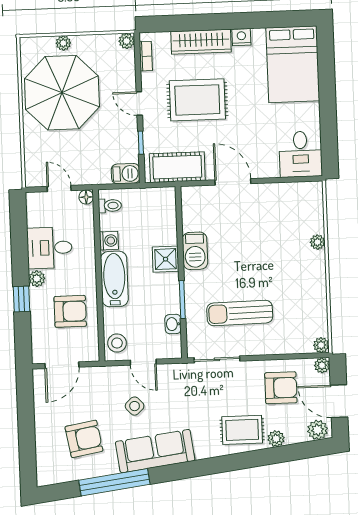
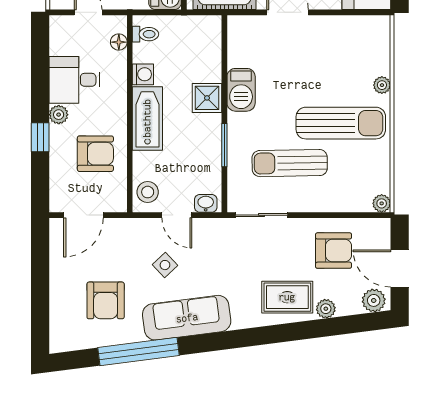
floor lamp: (86, 197) -> (119, 42), moved
sun lounger: (283, 277) -> (341, 123), added
washbasin: (173, 324) -> (206, 203), moved, turned 90
plant: (322, 365) -> (382, 227), removed
armchair: (84, 439) -> (106, 300), turned 100

